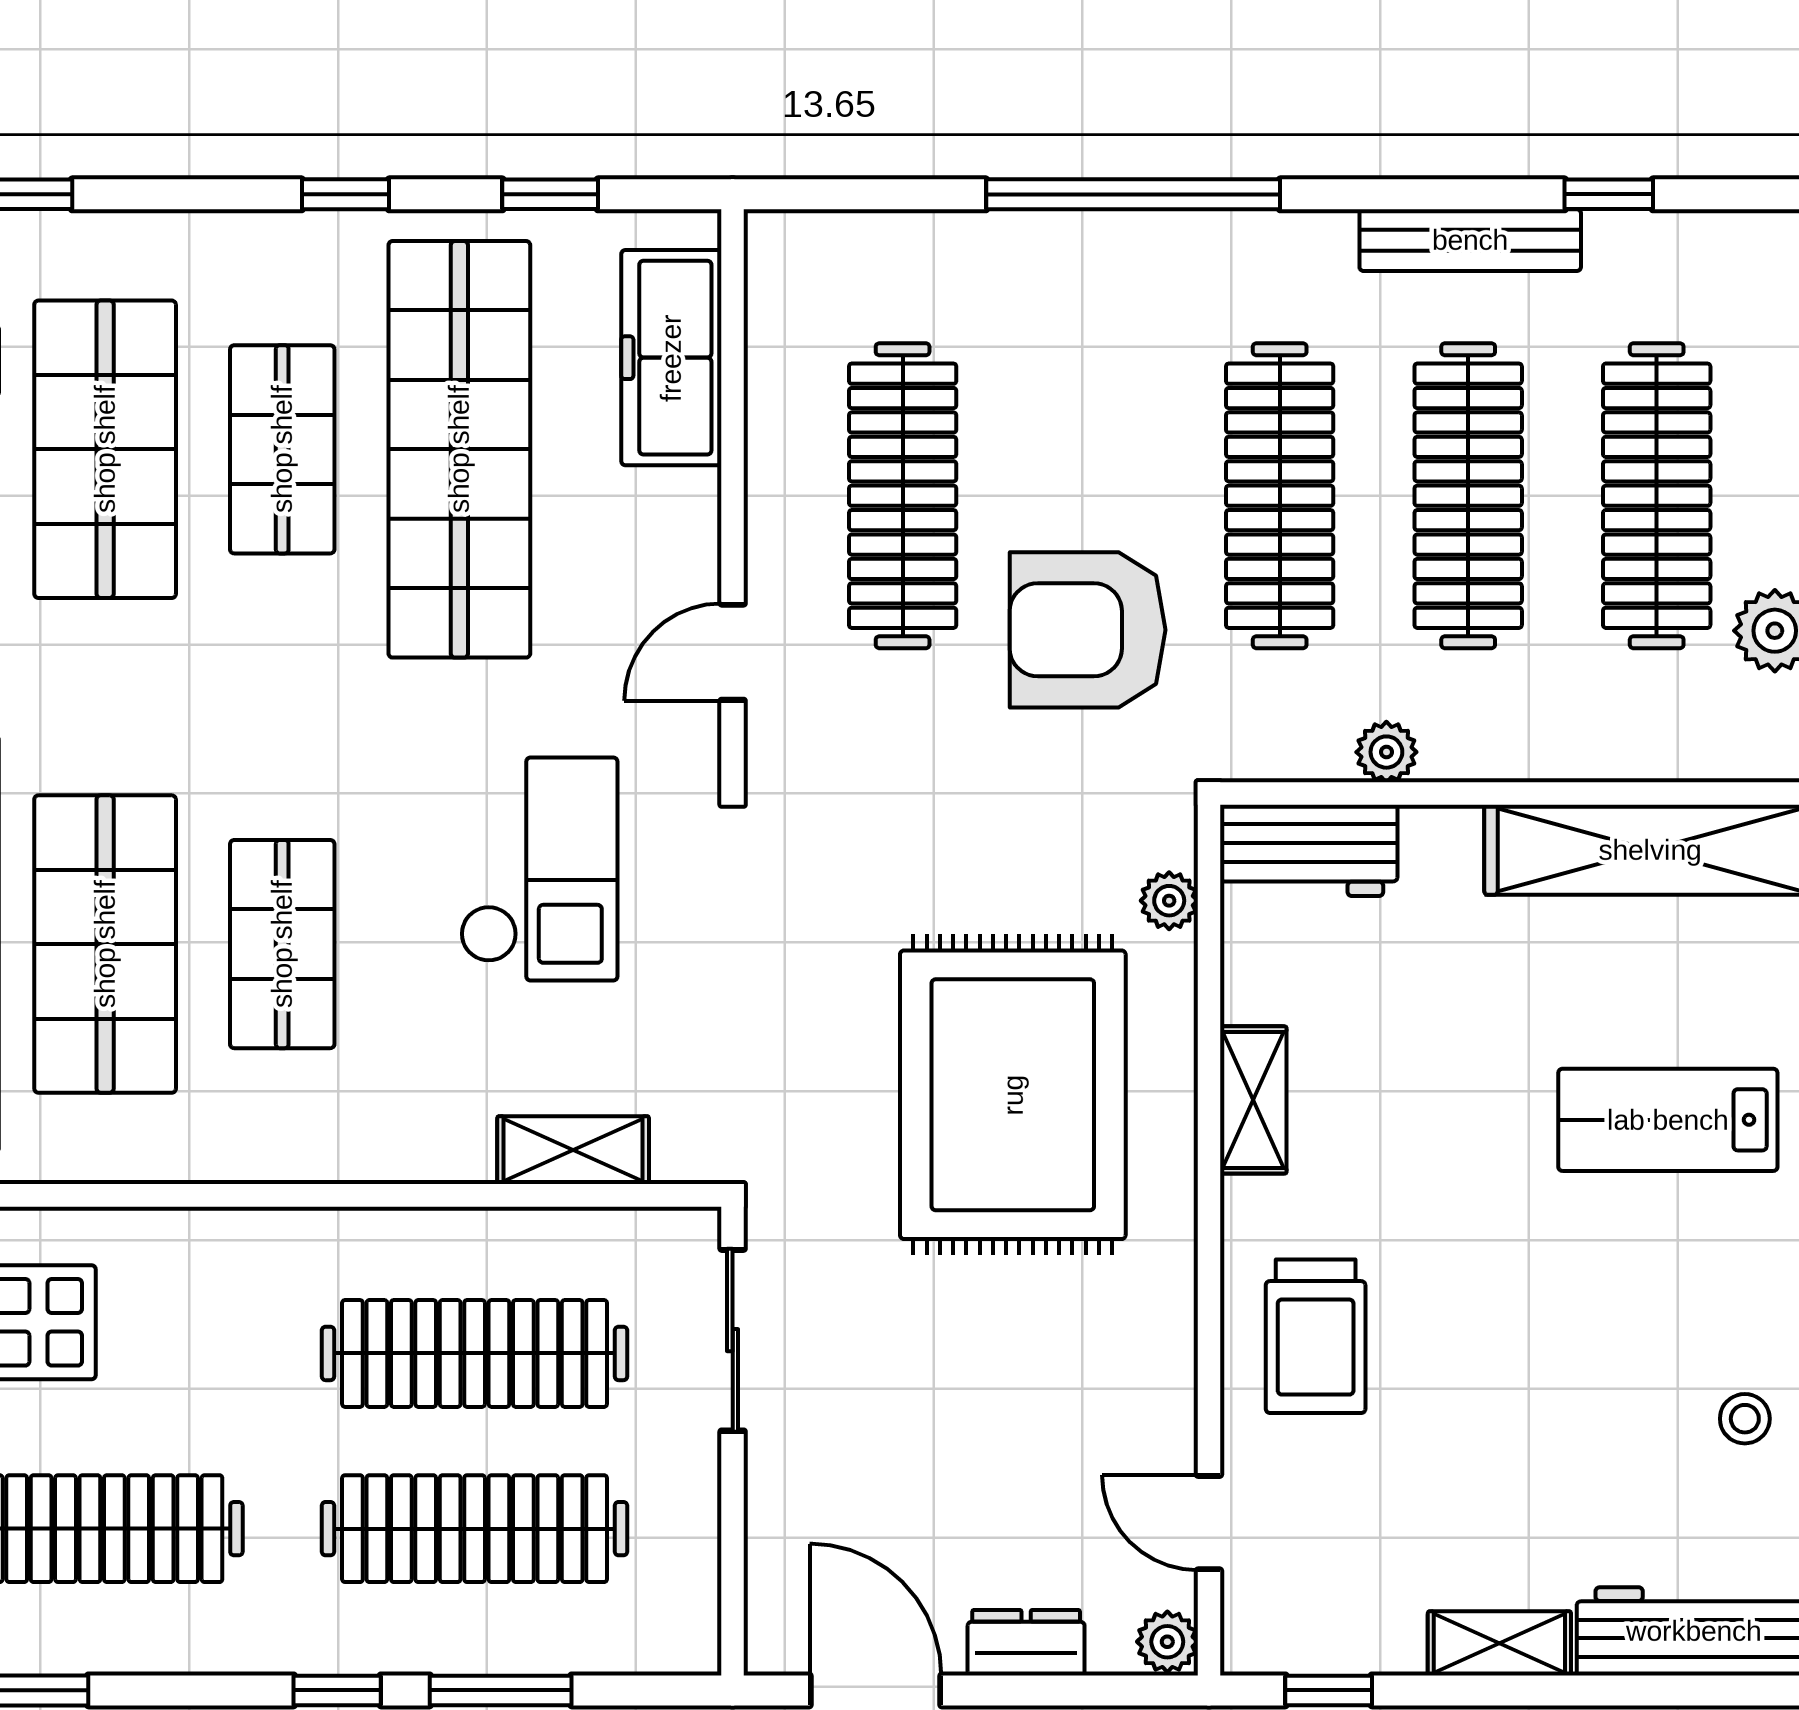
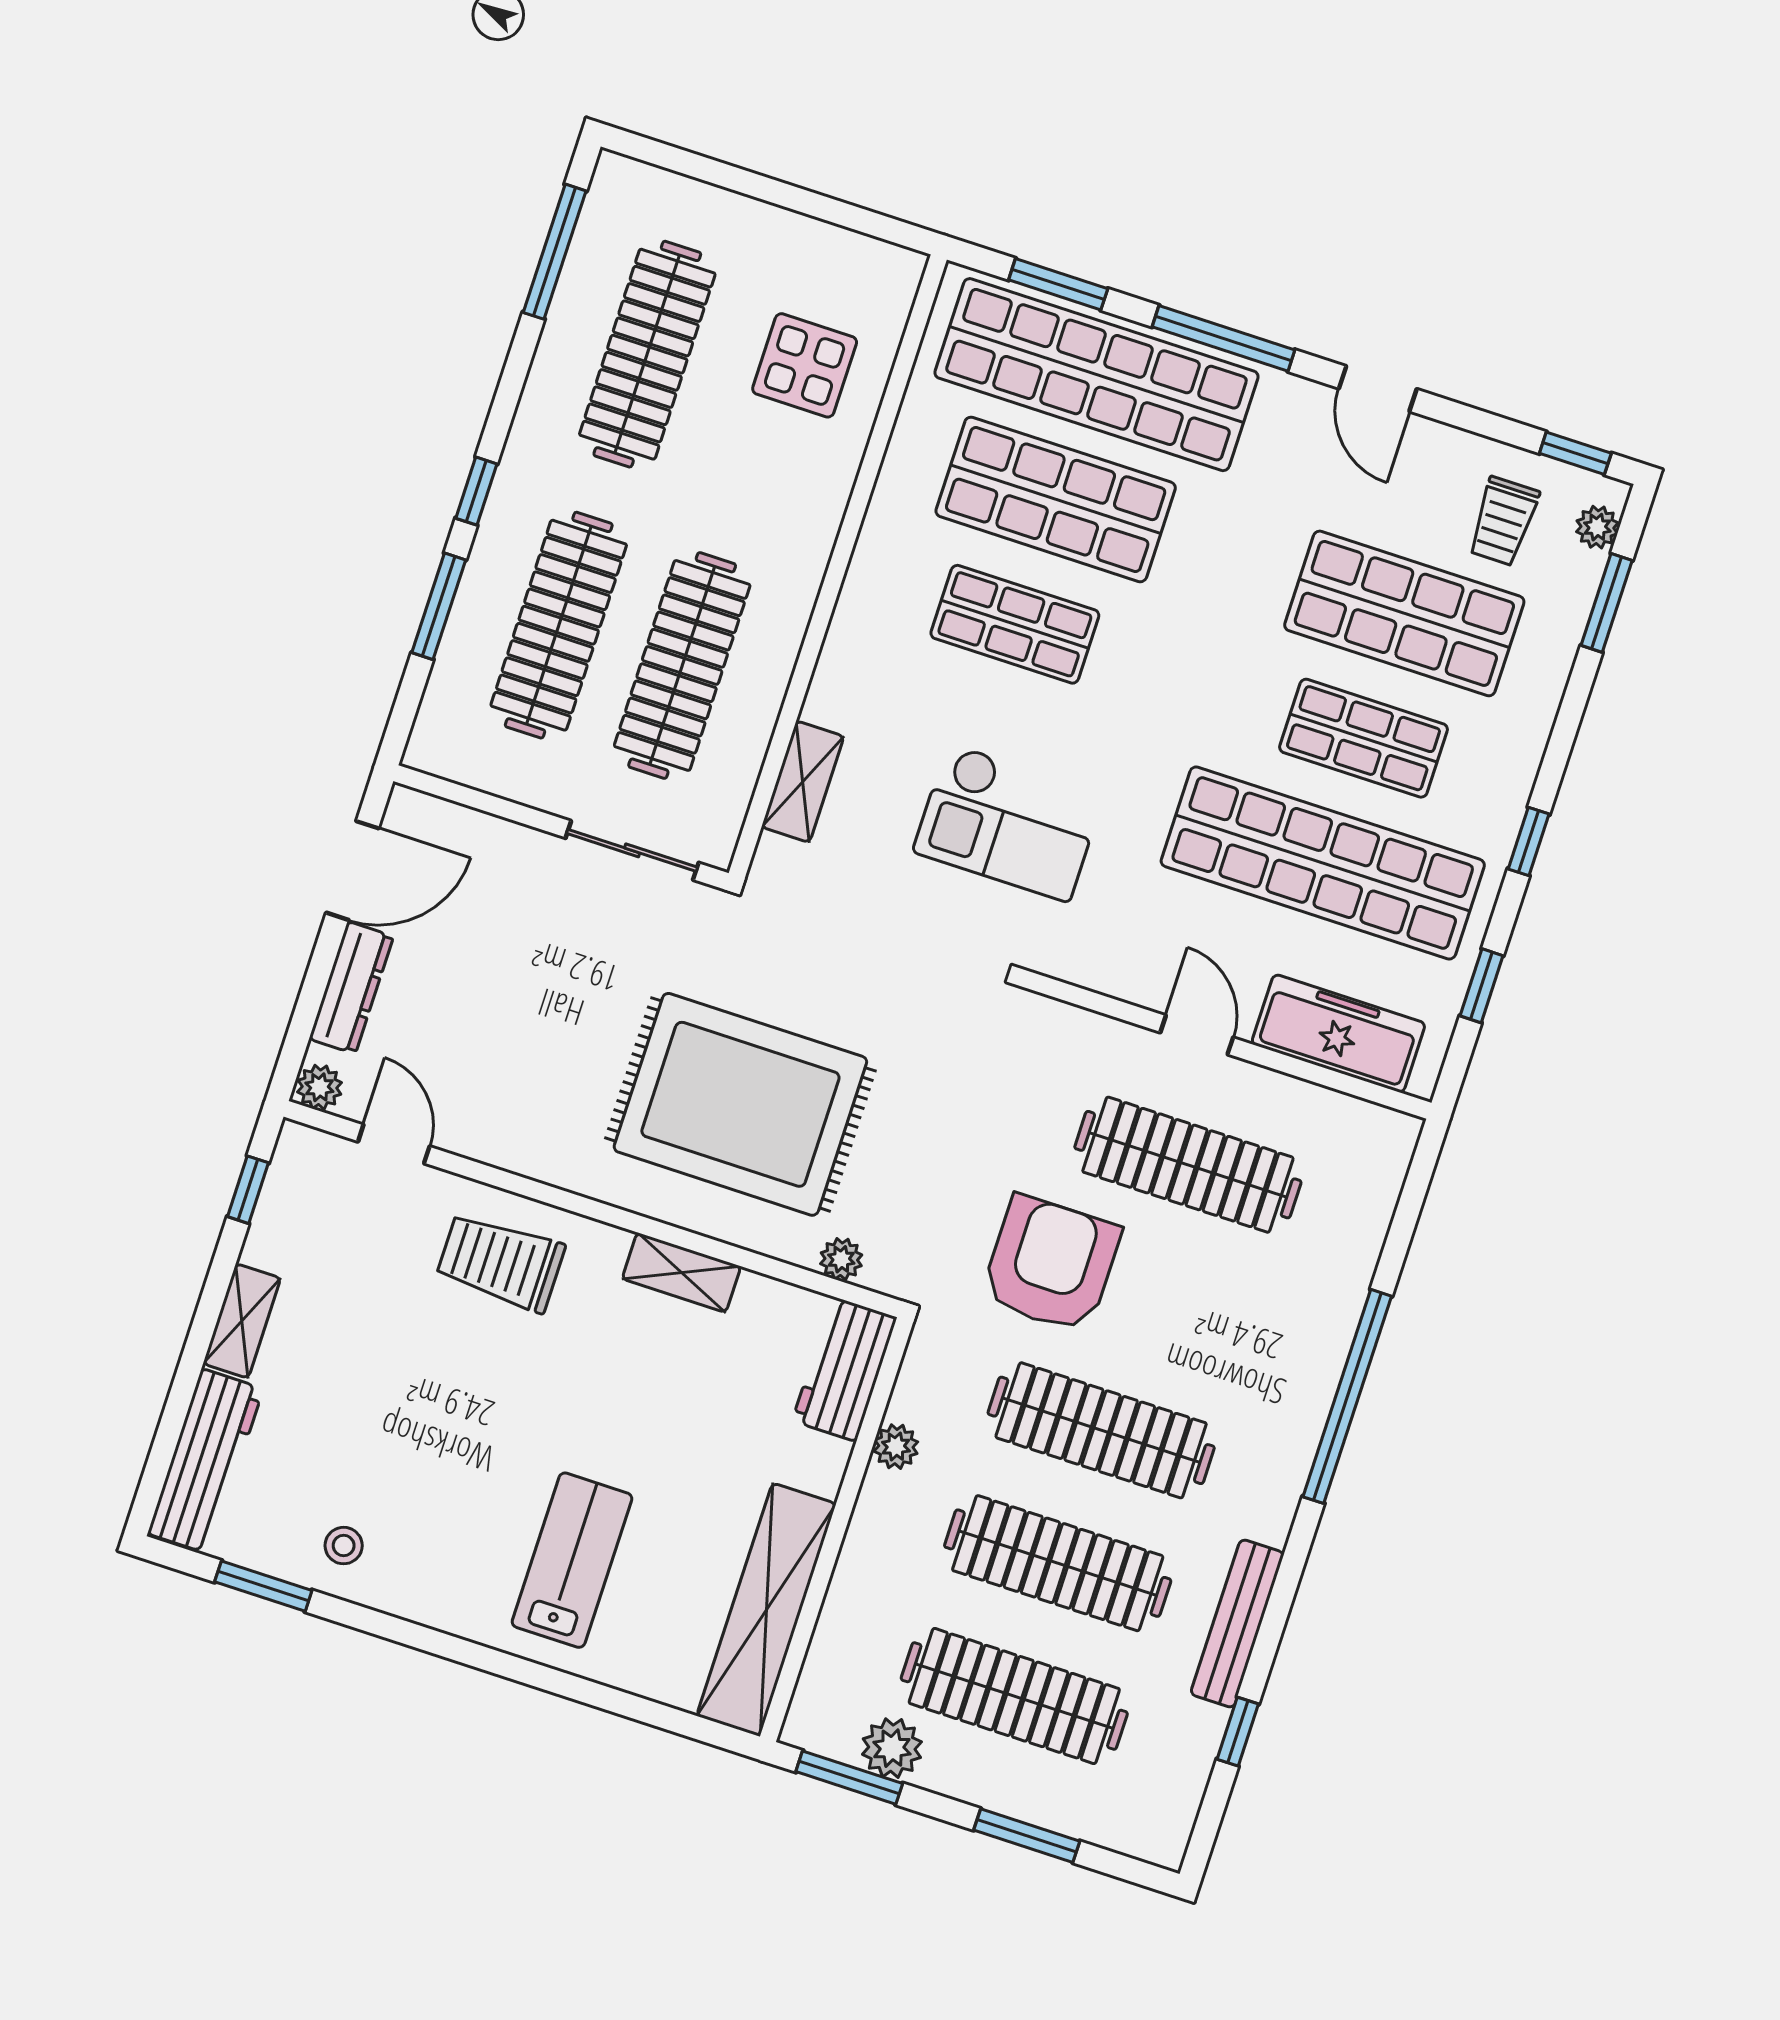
door: (733, 652) -> (1197, 1035), moved
door: (1209, 1523) -> (394, 1144), hinge flipped
dresser: (1026, 1643) -> (351, 988), width x1.44

